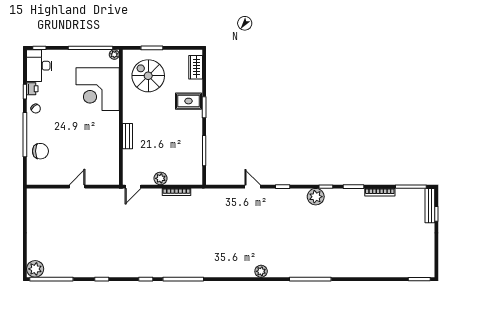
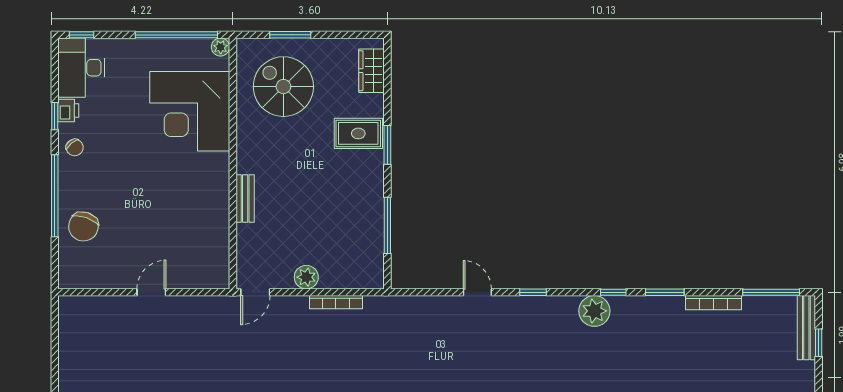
chair: (40, 151) -> (83, 226), turned 109

